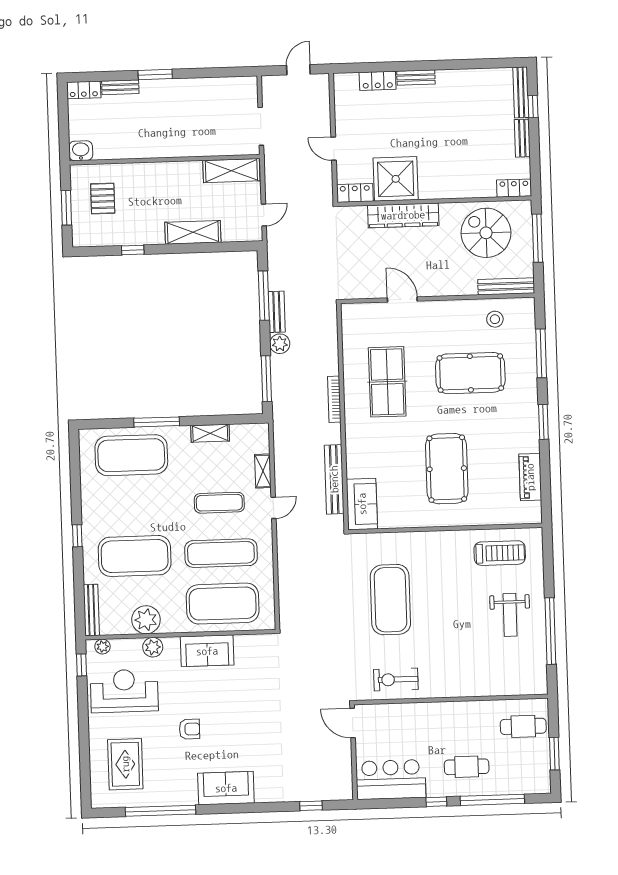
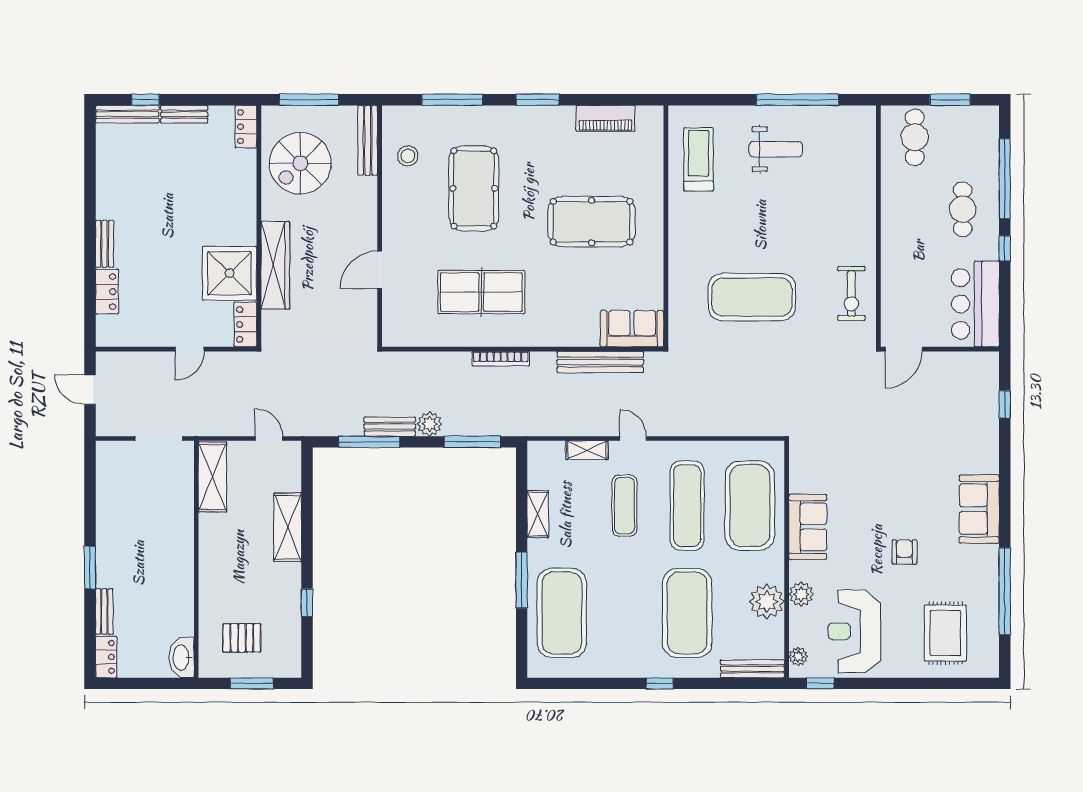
washbasin: (81, 151) -> (182, 658), width x1.38
rug: (125, 764) -> (945, 633), turned 90

